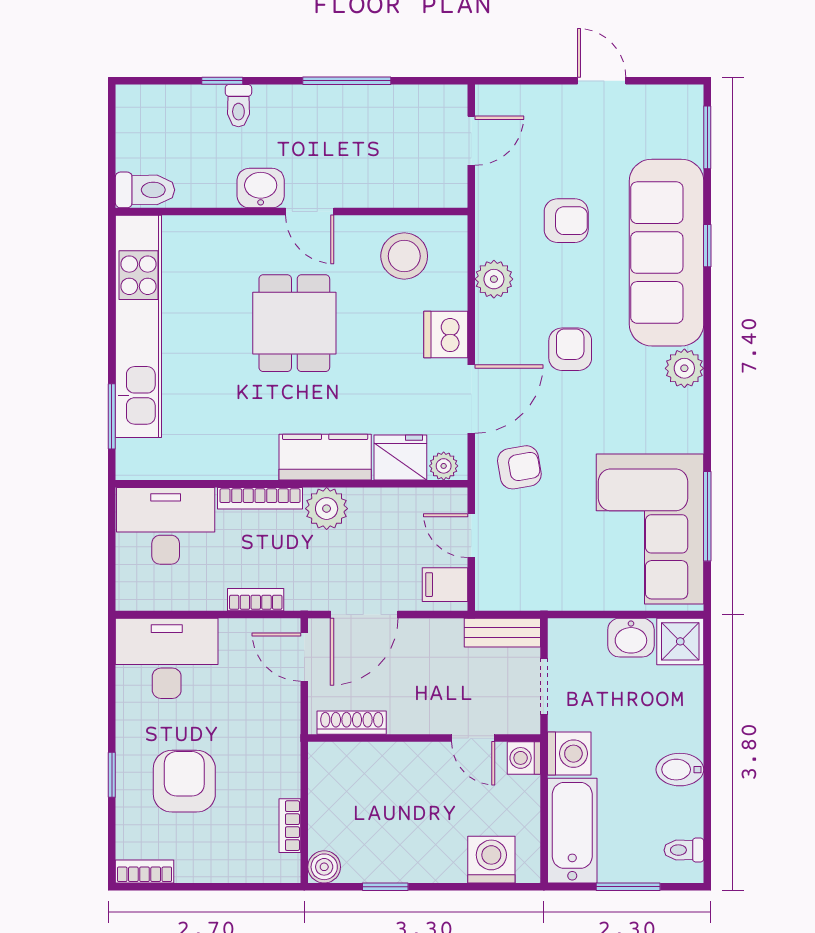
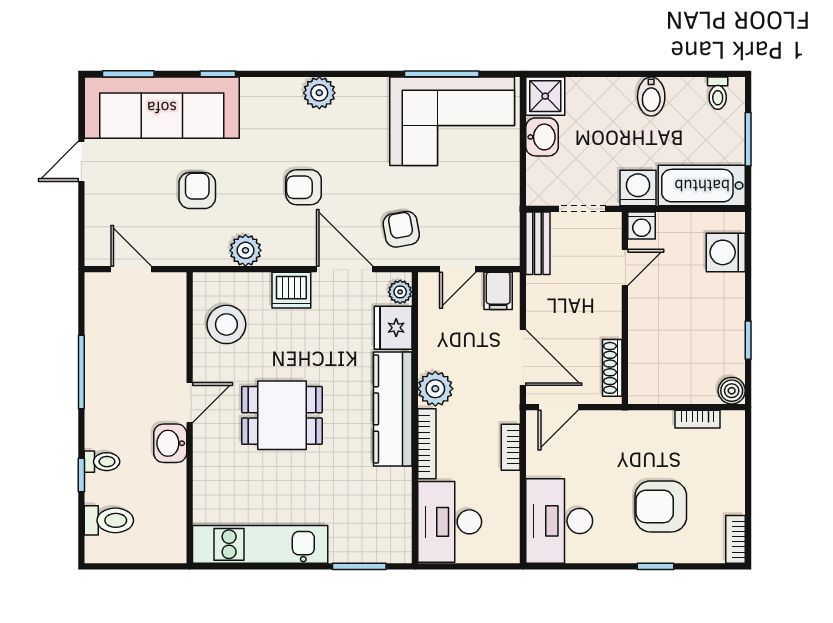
toilet: (145, 190) -> (109, 520), moved, turned 90
sofa: (666, 253) -> (162, 108), moved
kitchen unit: (138, 326) -> (260, 544), width x0.73
kitchen counter: (325, 457) -> (393, 409), width x1.50

